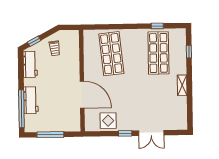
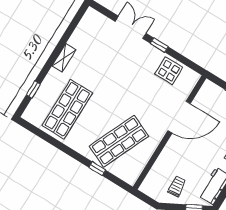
window: (157, 26) -> (97, 169), moved
shop shelf: (111, 54) -> (119, 141), turned 30
door: (82, 95) -> (179, 117), swing flipped

